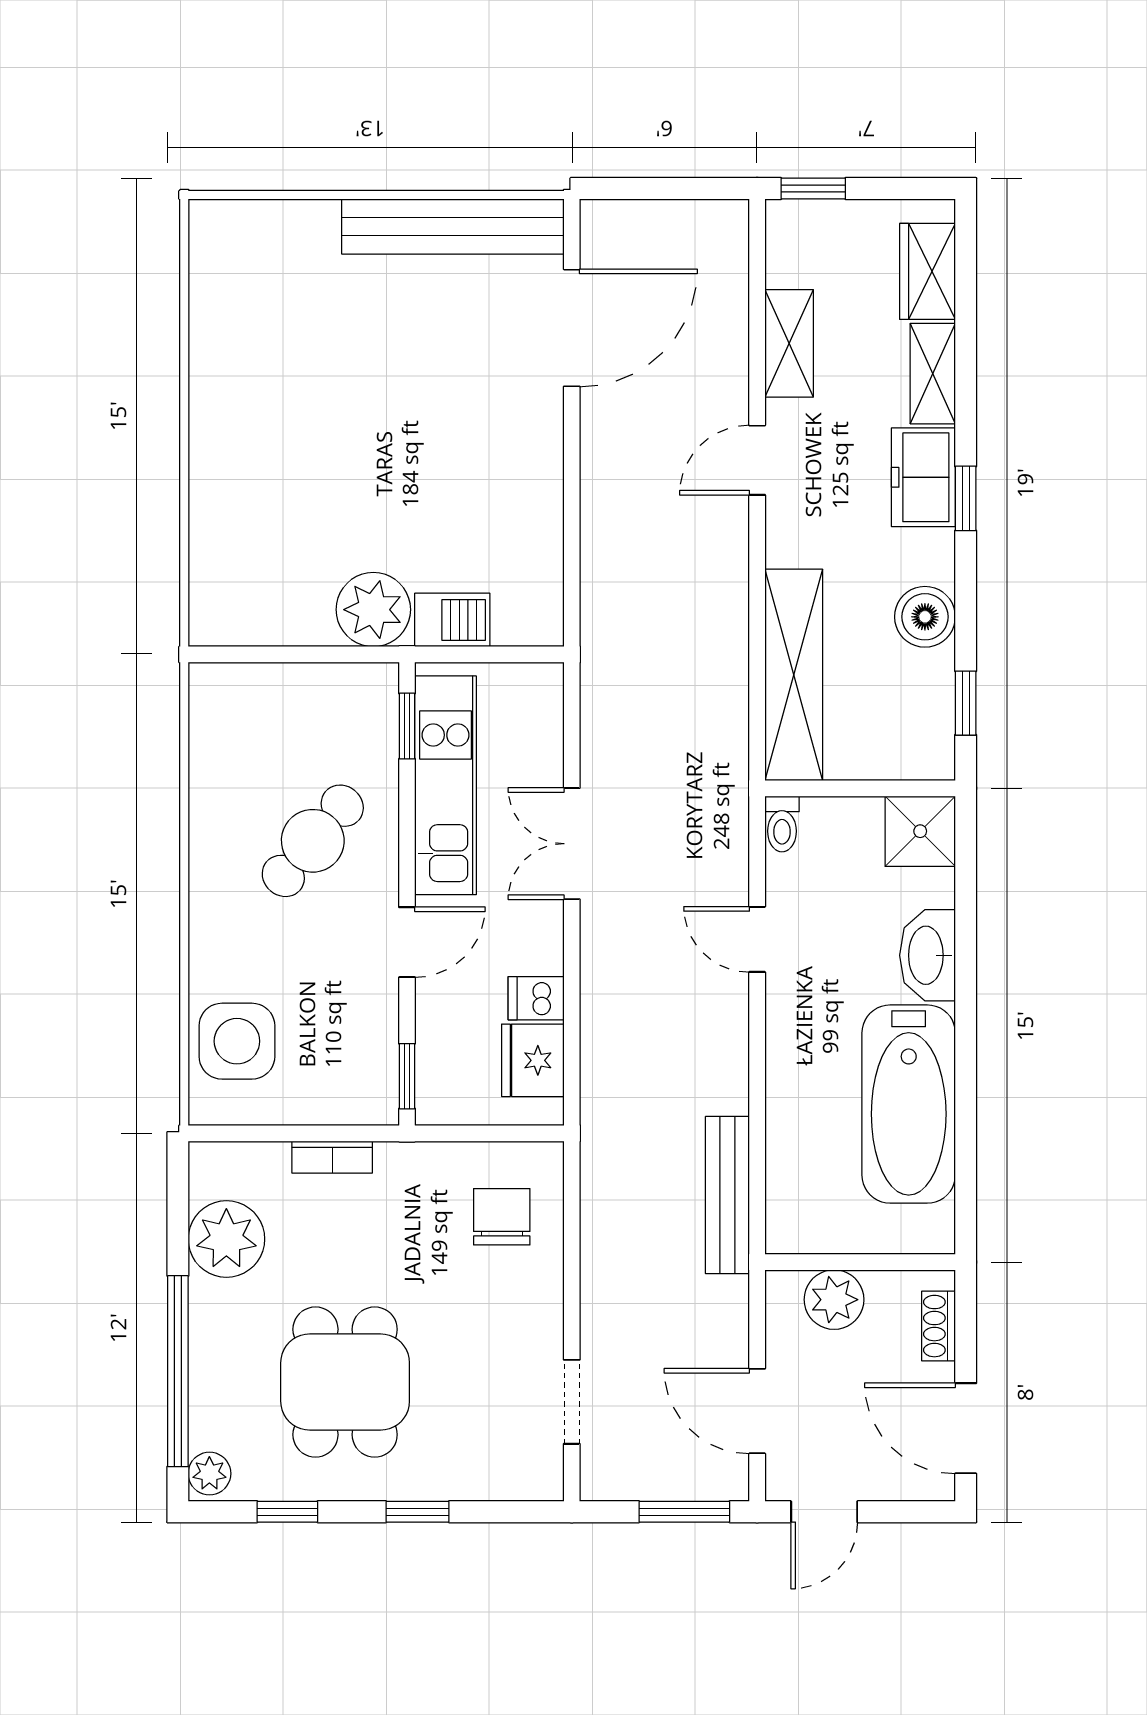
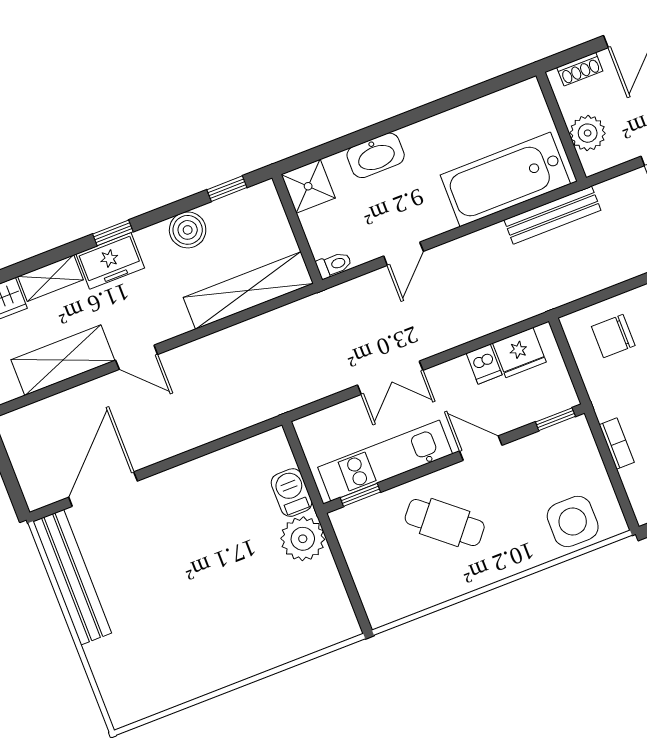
door: (572, 328) -> (103, 489), hinge flipped
shelving: (789, 343) -> (63, 360), width x1.50, depth x1.33
bathtub: (909, 1104) -> (505, 179), moved, turned 180

